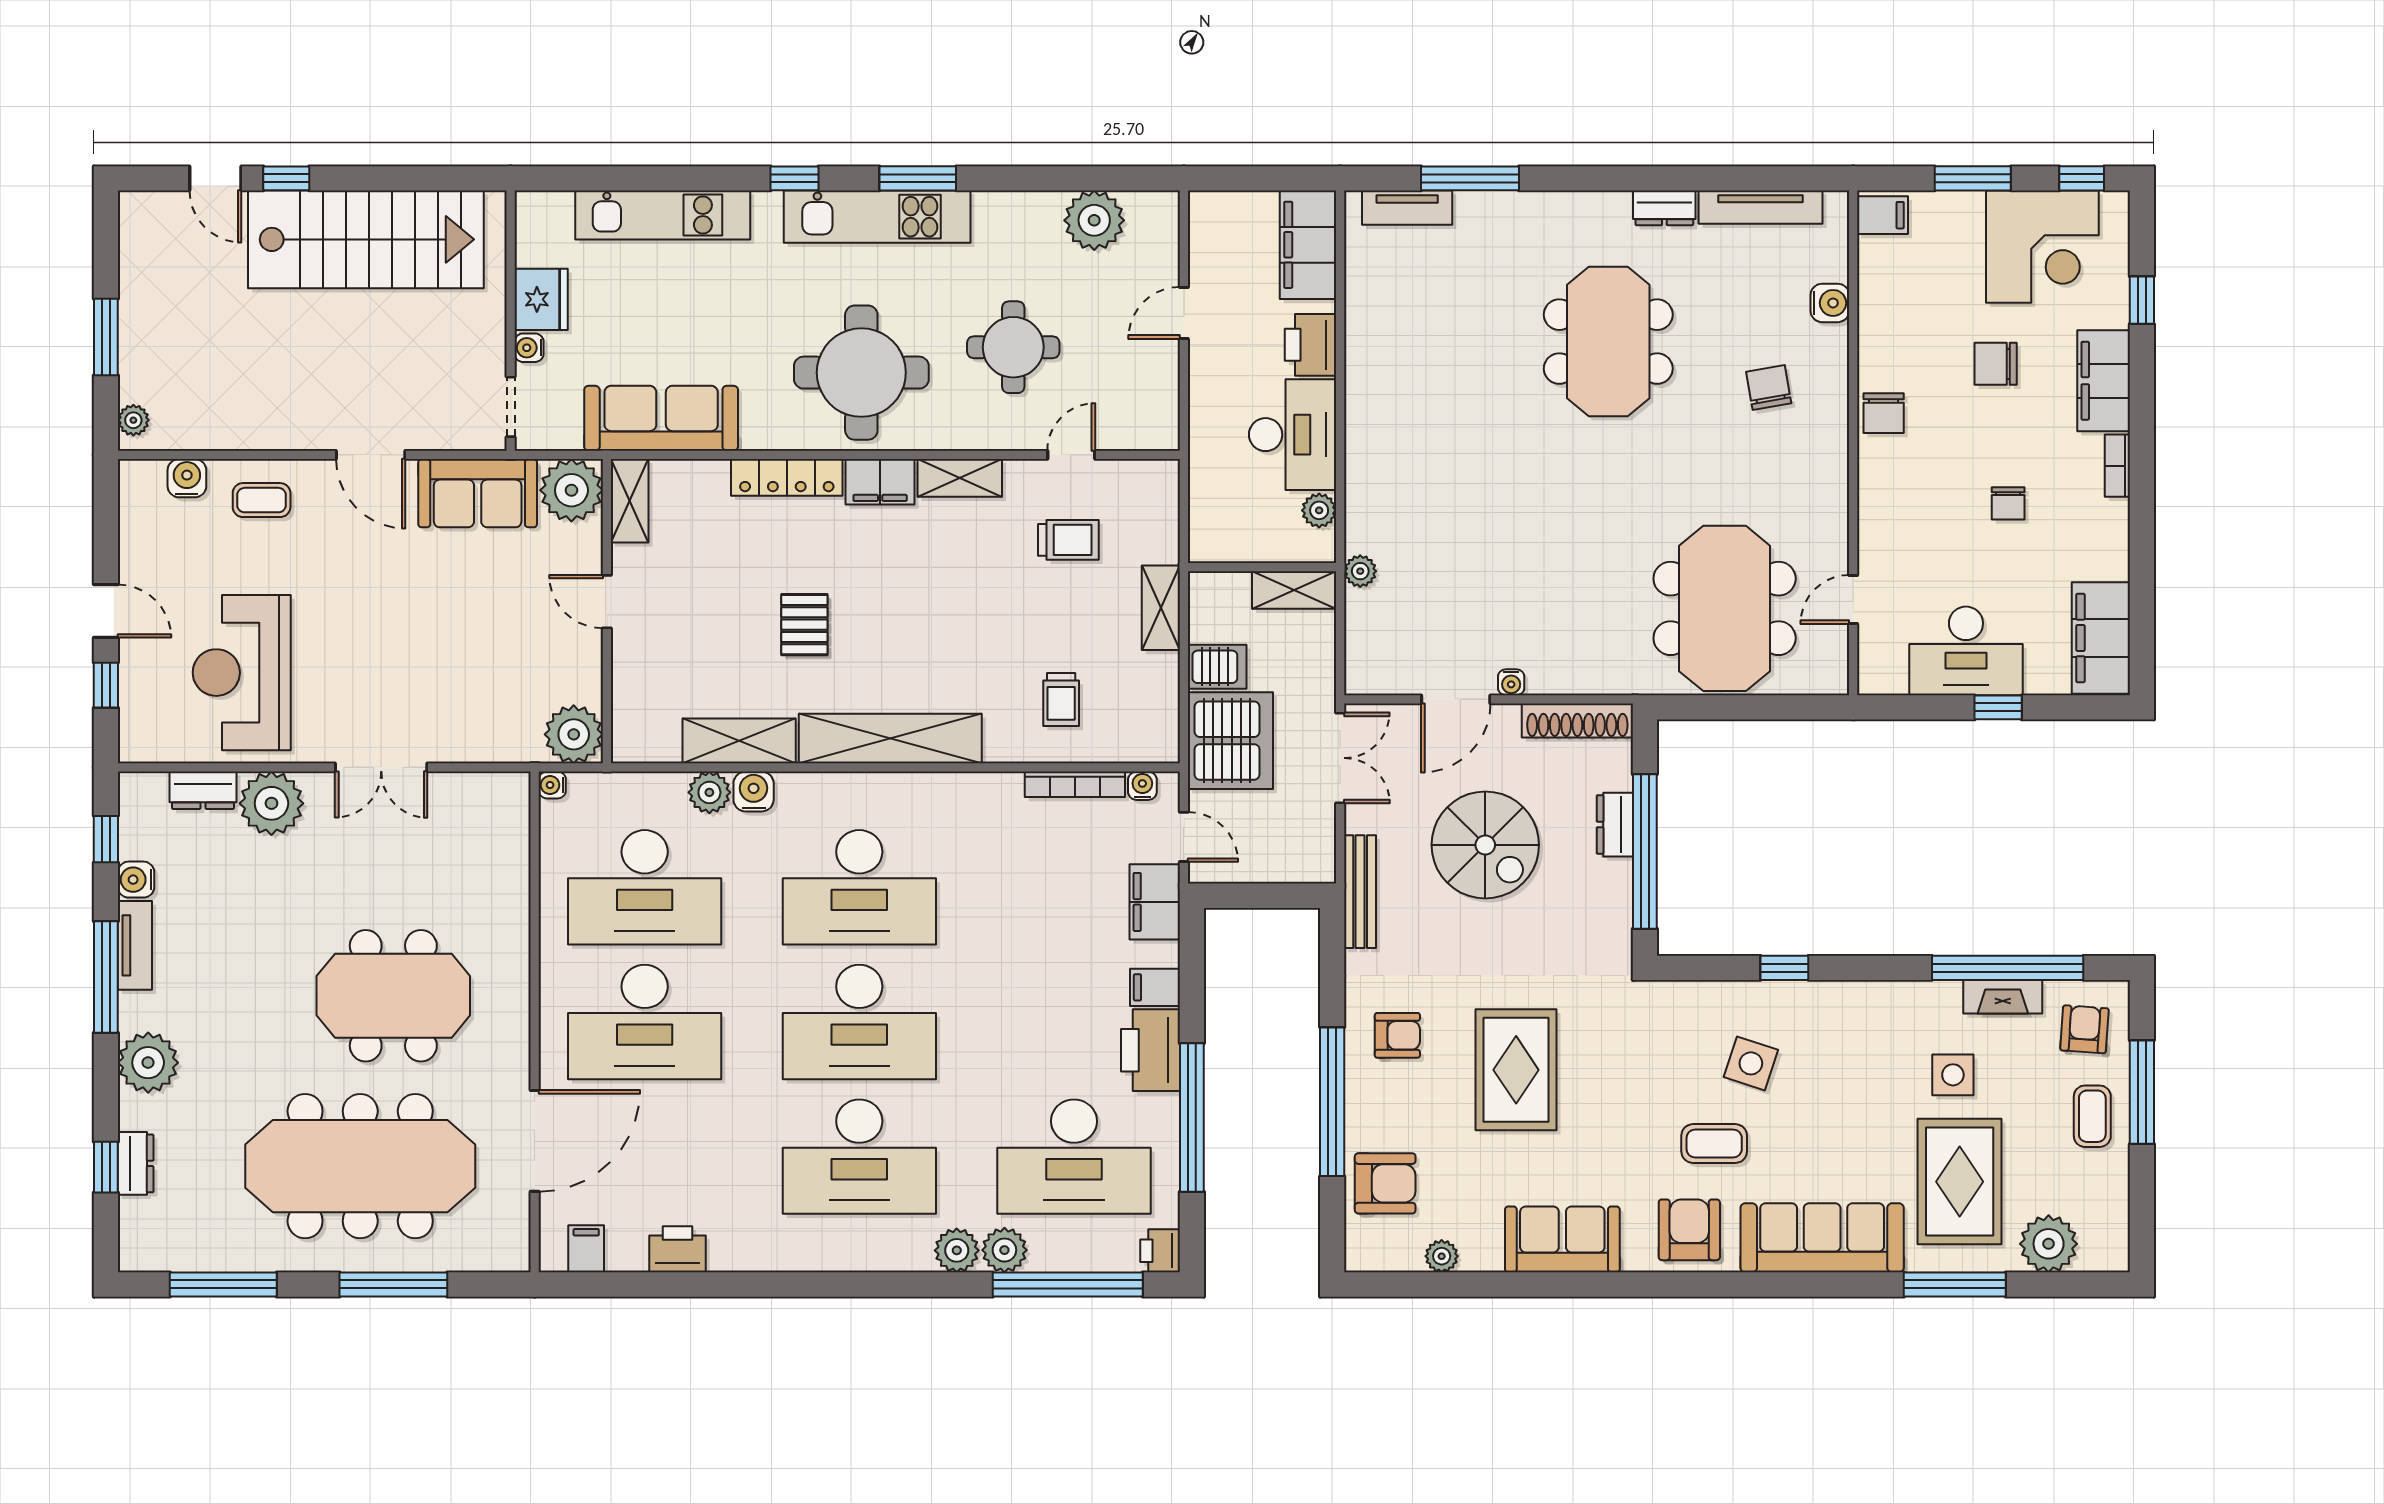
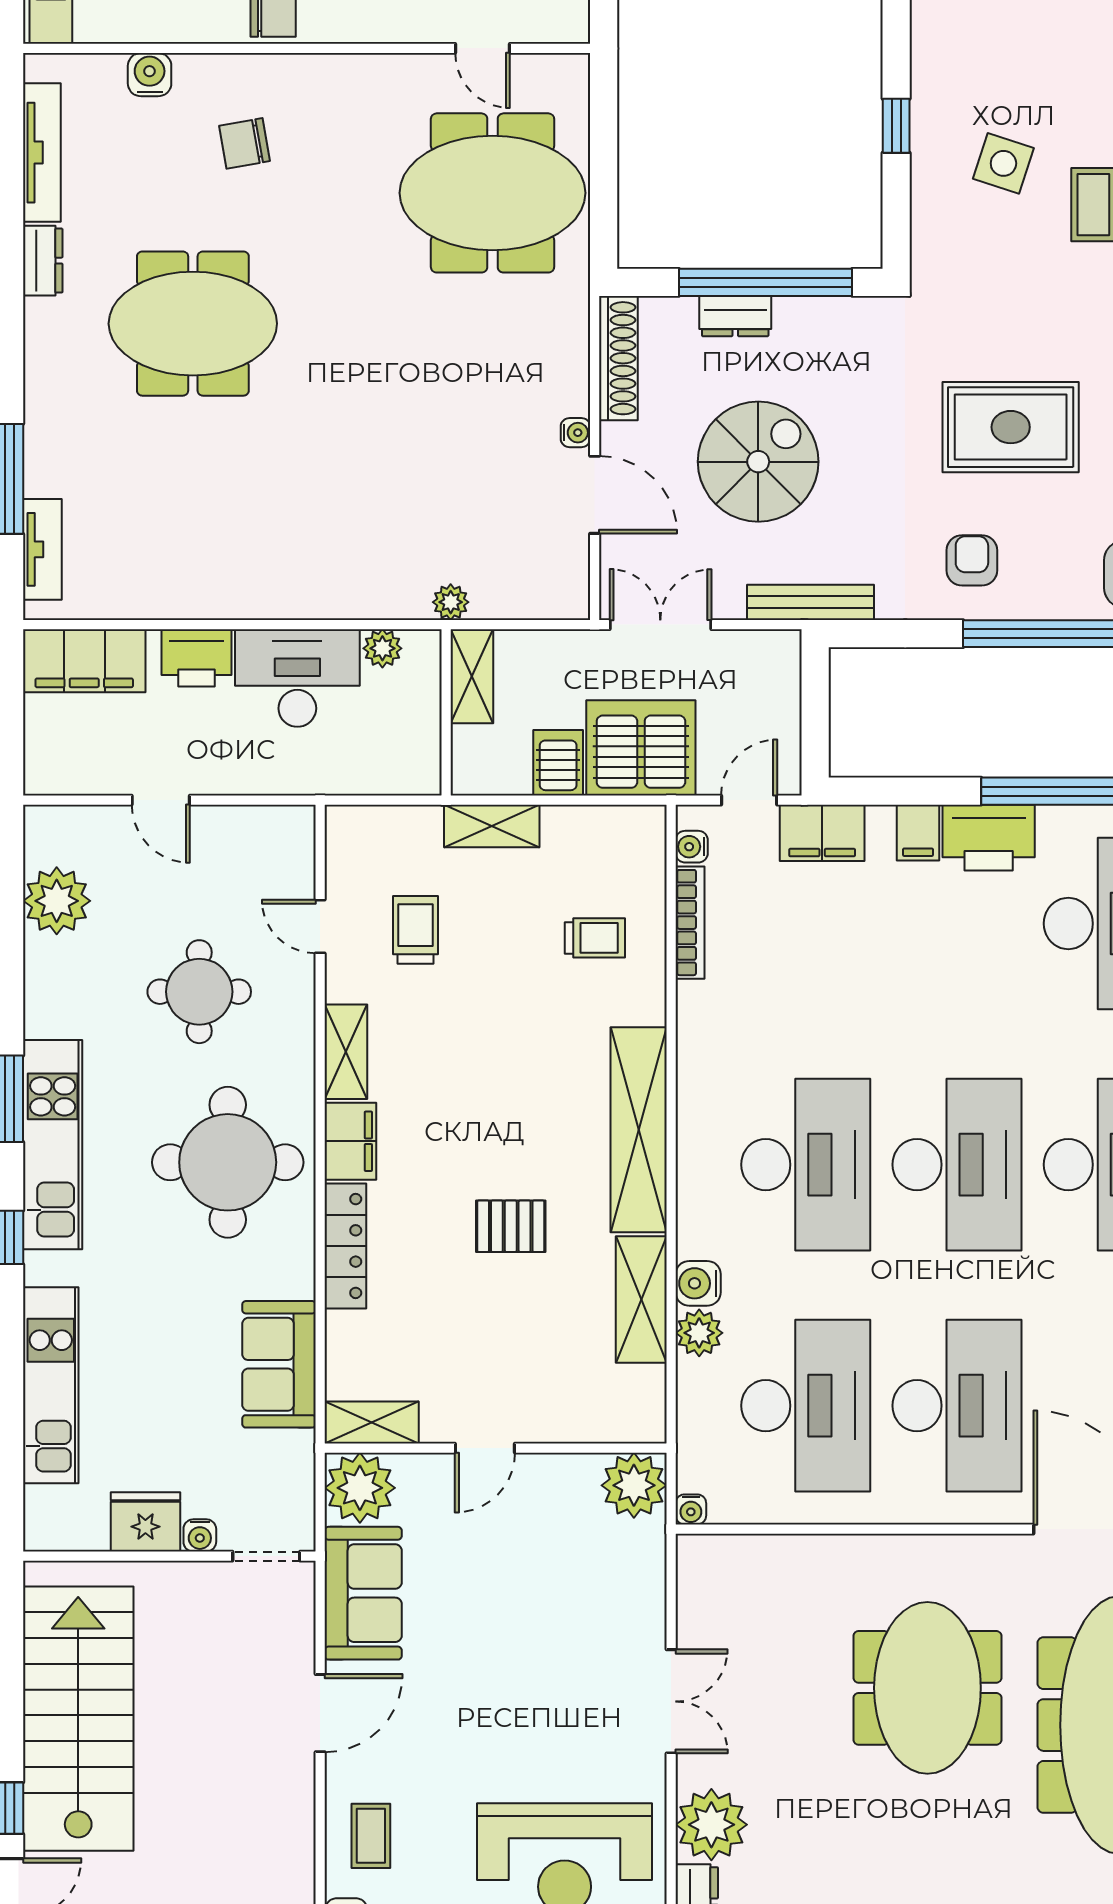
sofa: (661, 418) -> (279, 1364), width x0.73

